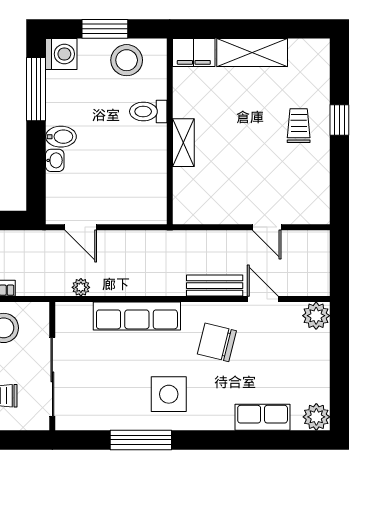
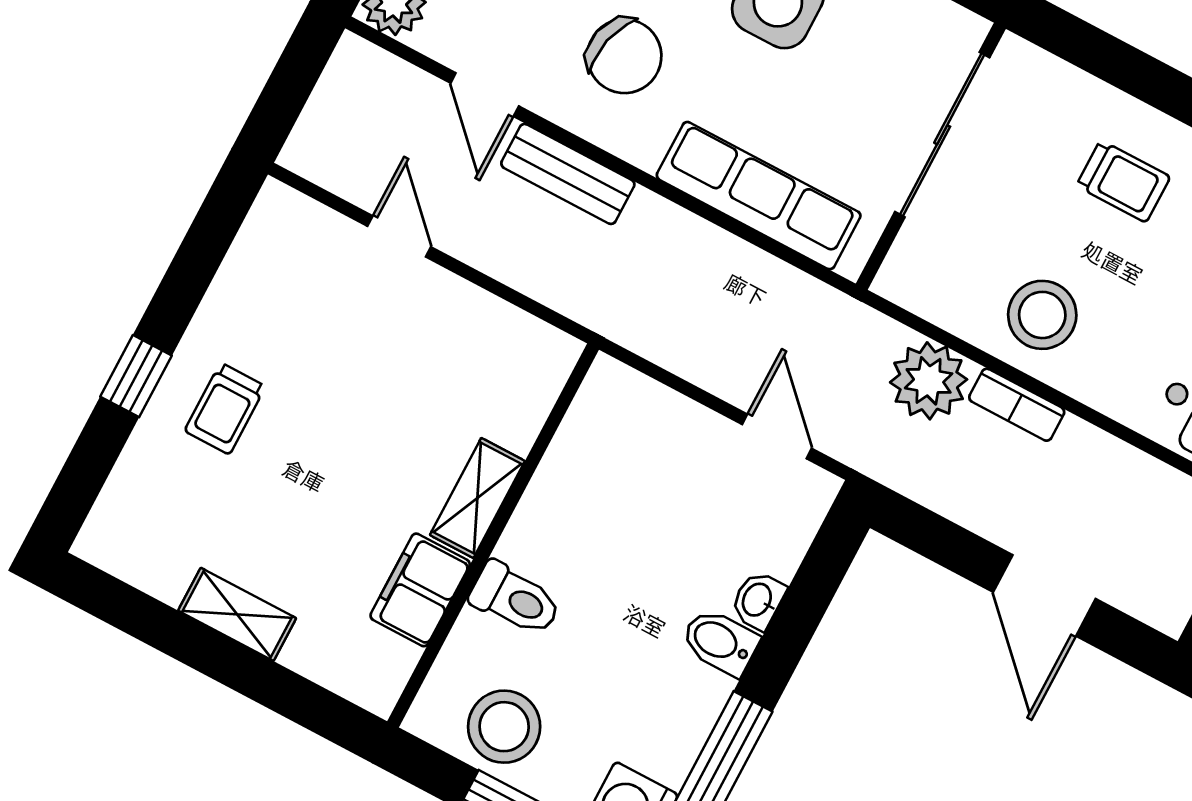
filing cabinet: (194, 52) -> (420, 590), moved, turned -90
shelving: (252, 53) -> (237, 614), width x0.67, depth x0.75
plant: (81, 287) -> (929, 381), moved, width x1.87, depth x1.87
wall: (52, 366) -> (931, 156), moved
sliding door: (52, 377) -> (942, 135), moved

